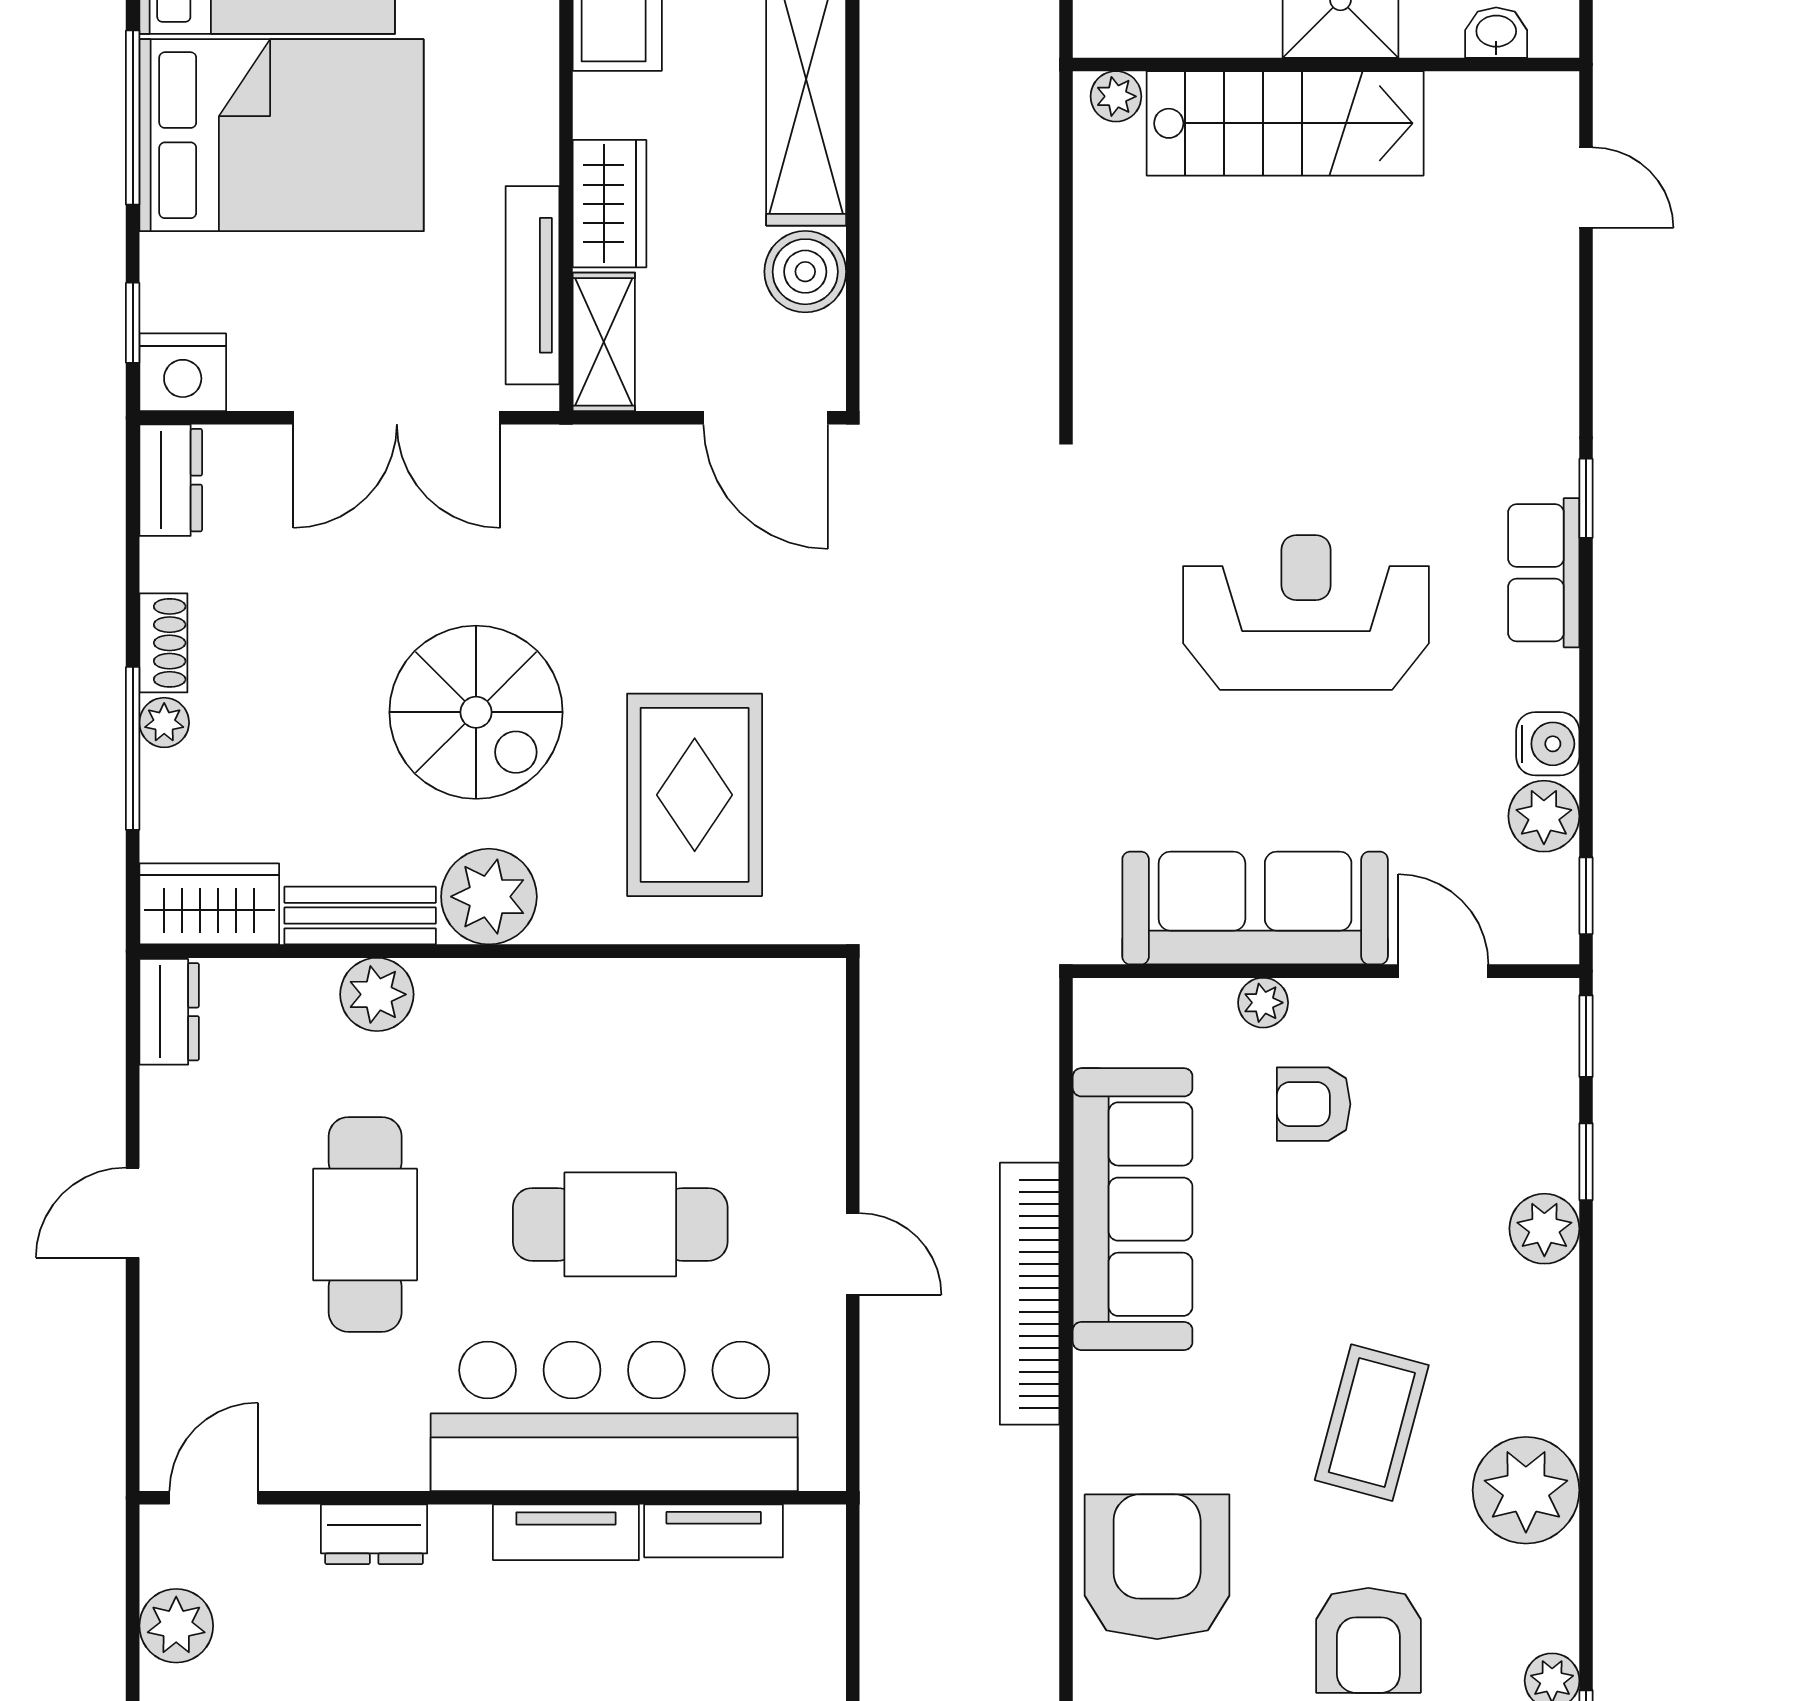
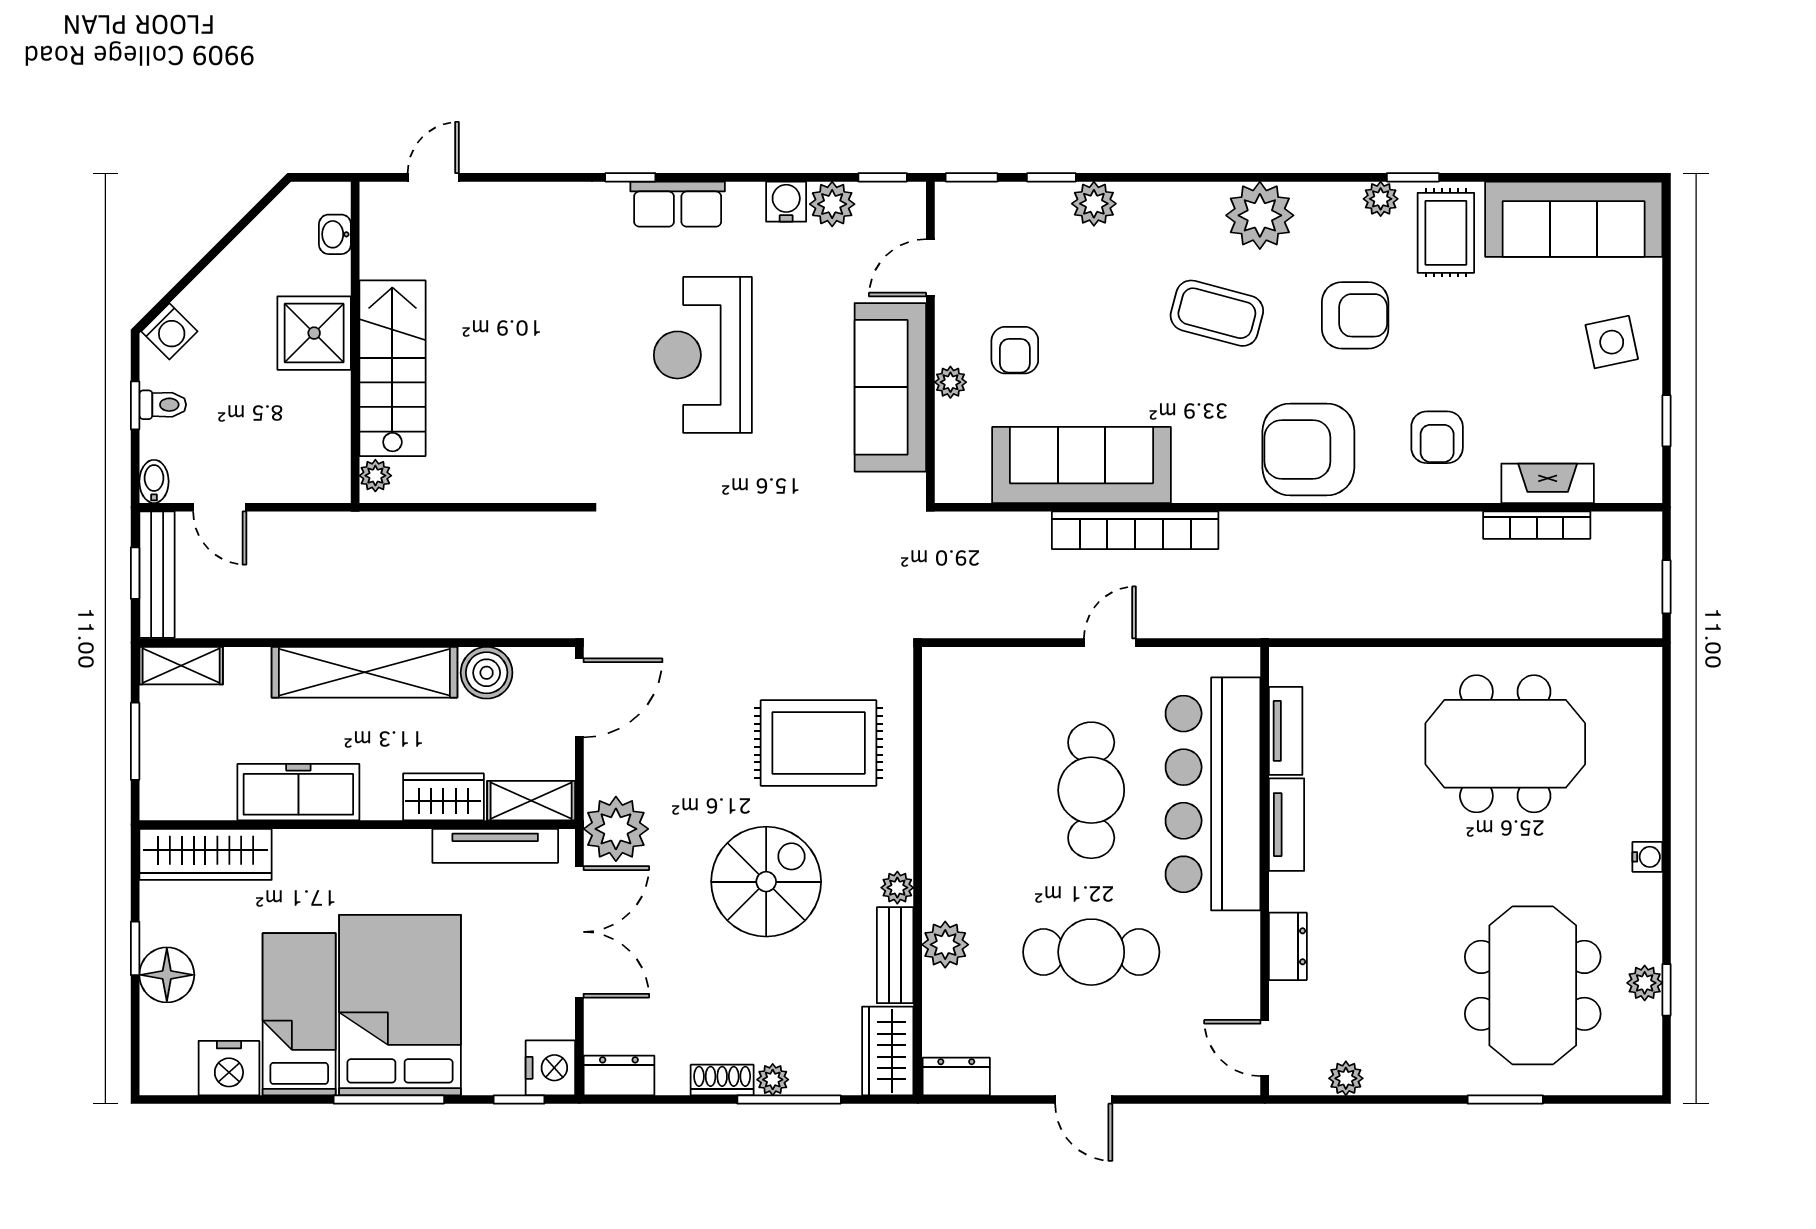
plant: (559, 476) -> (616, 829), added
plant: (489, 897) -> (897, 888), width x0.53, depth x0.53
plant: (176, 1626) -> (1346, 1078), width x0.73, depth x0.73

